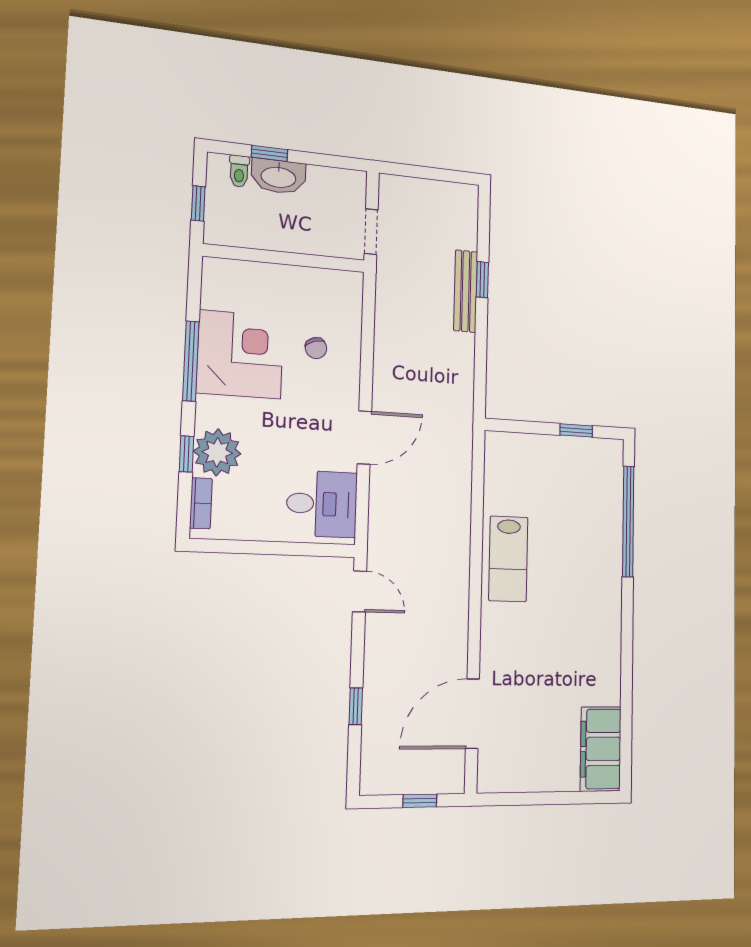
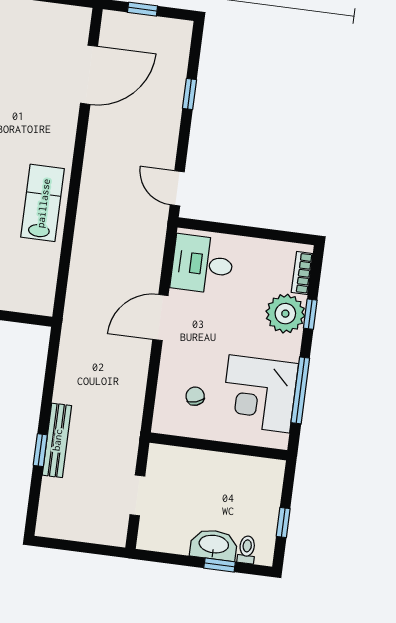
wall: (285, 258) -> (218, 446), moved

